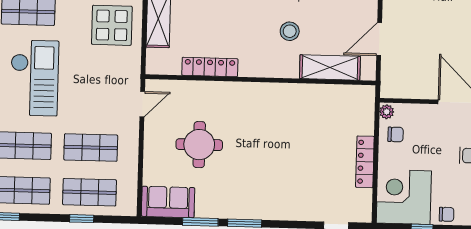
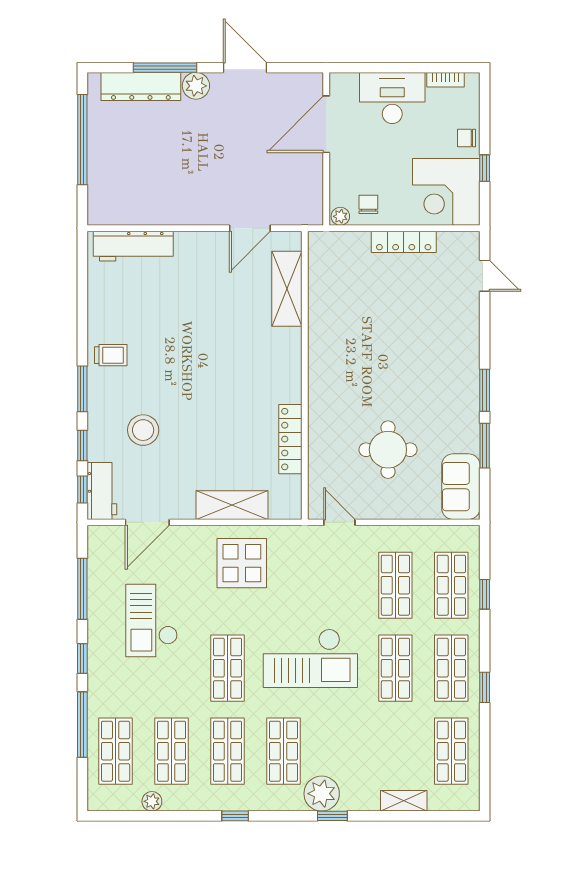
stool: (290, 31) -> (243, 341), removed
door: (379, 39) -> (250, 228), hinge flipped
checkout: (34, 78) -> (310, 658), turned 180
chair: (447, 214) -> (466, 138), turned -90

